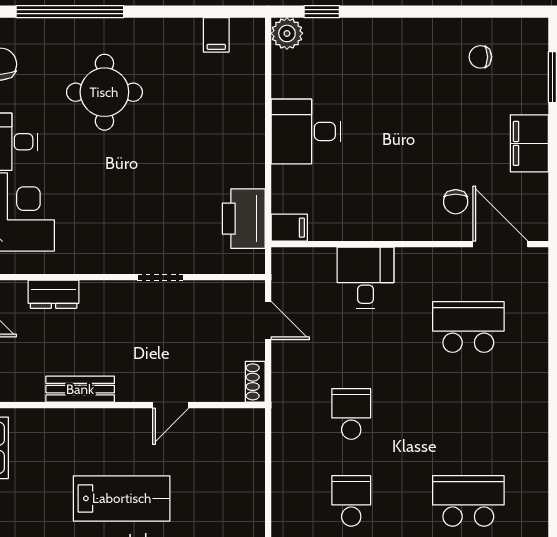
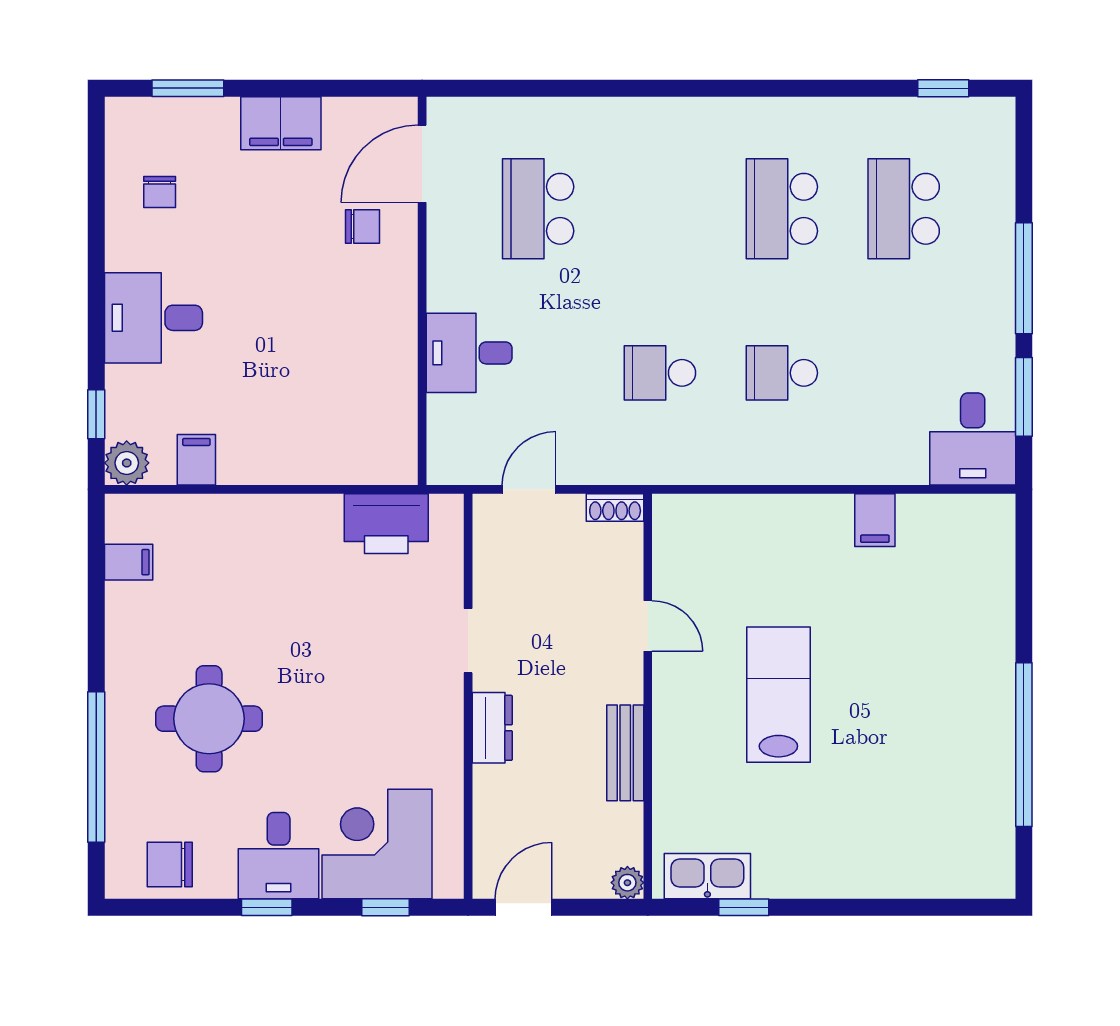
desk: (306, 131) -> (153, 318), moved, turned 90
filing cabinet: (289, 228) -> (196, 460), moved
dresser: (54, 294) -> (492, 728), moved

